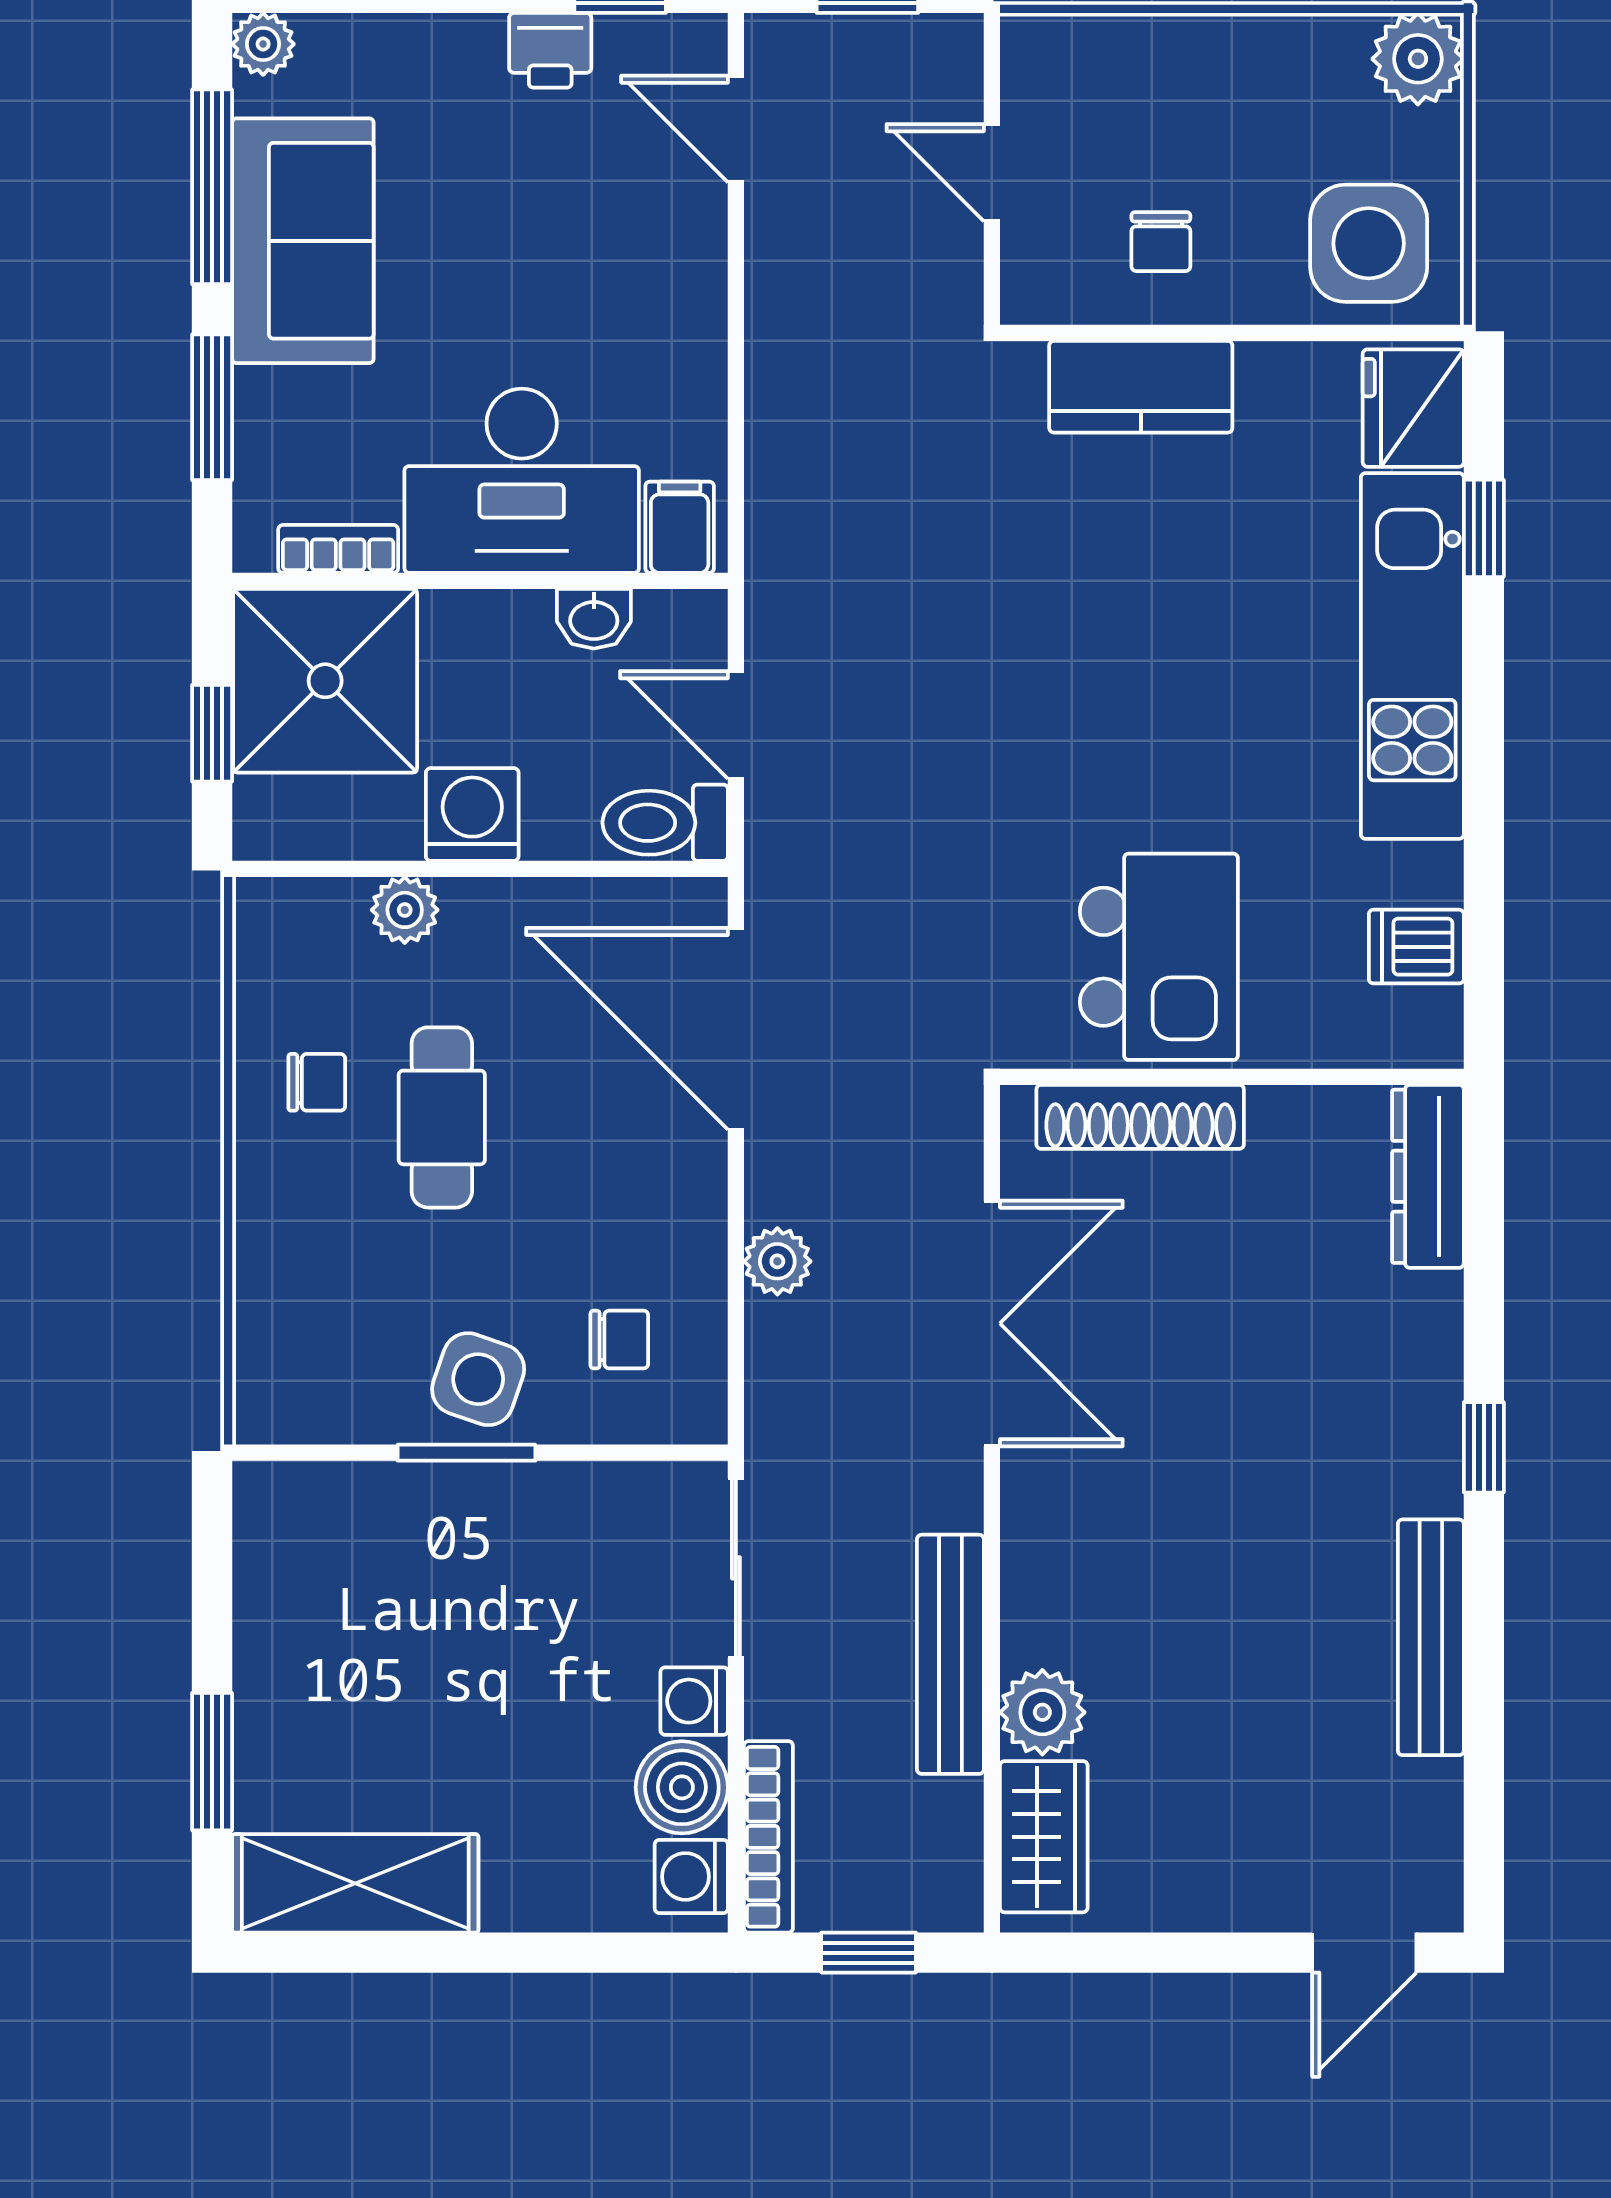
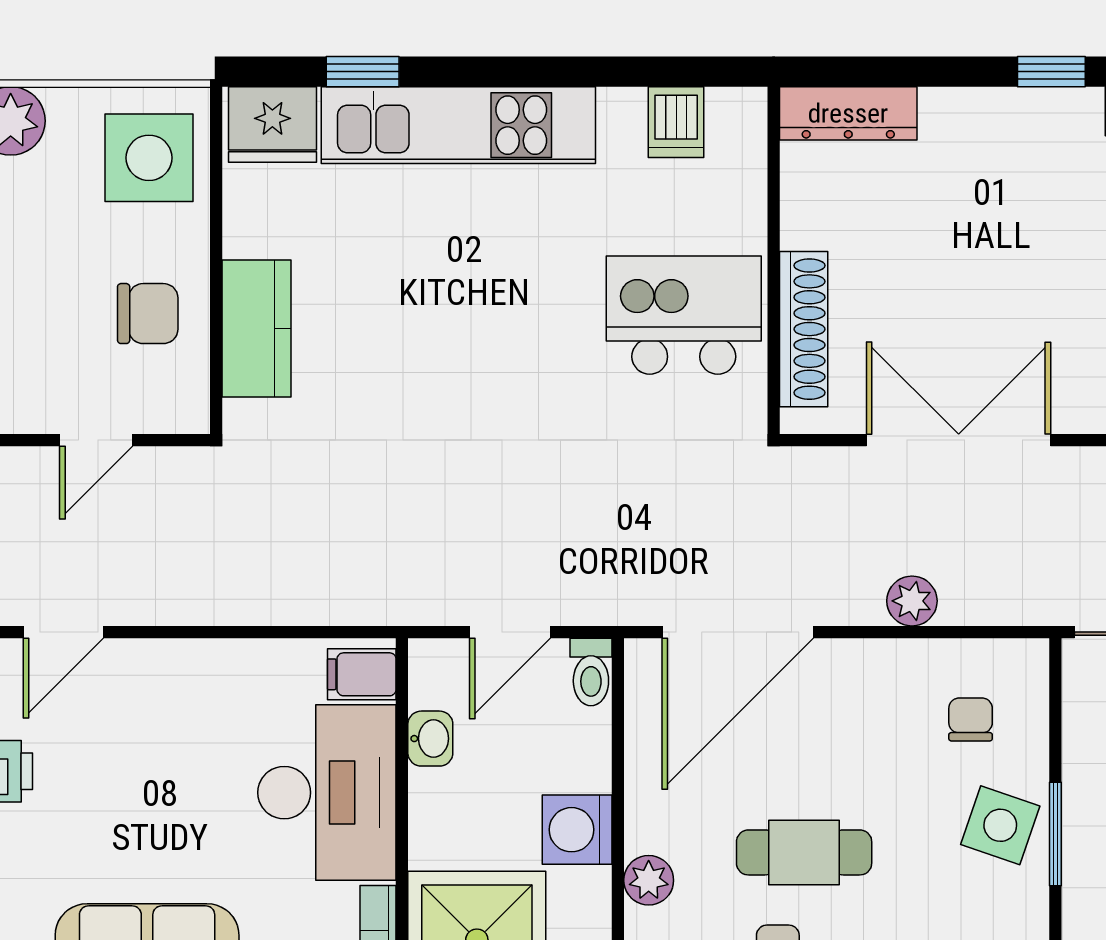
chair: (1161, 242) -> (148, 314), width x1.37, depth x1.37
toilet: (665, 823) -> (591, 672), width x0.73, depth x0.72

